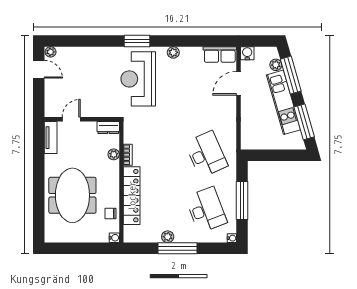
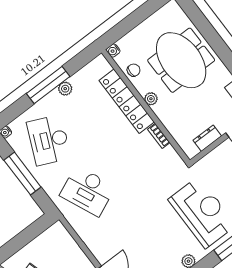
dresser: (108, 128) -> (207, 138), moved
plant: (114, 154) -> (151, 99), moved
desk: (206, 210) -> (49, 140), turned 45

